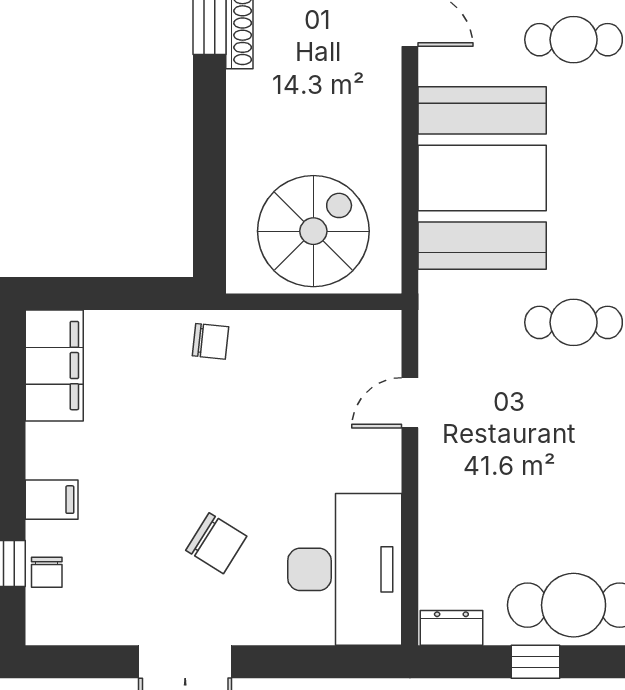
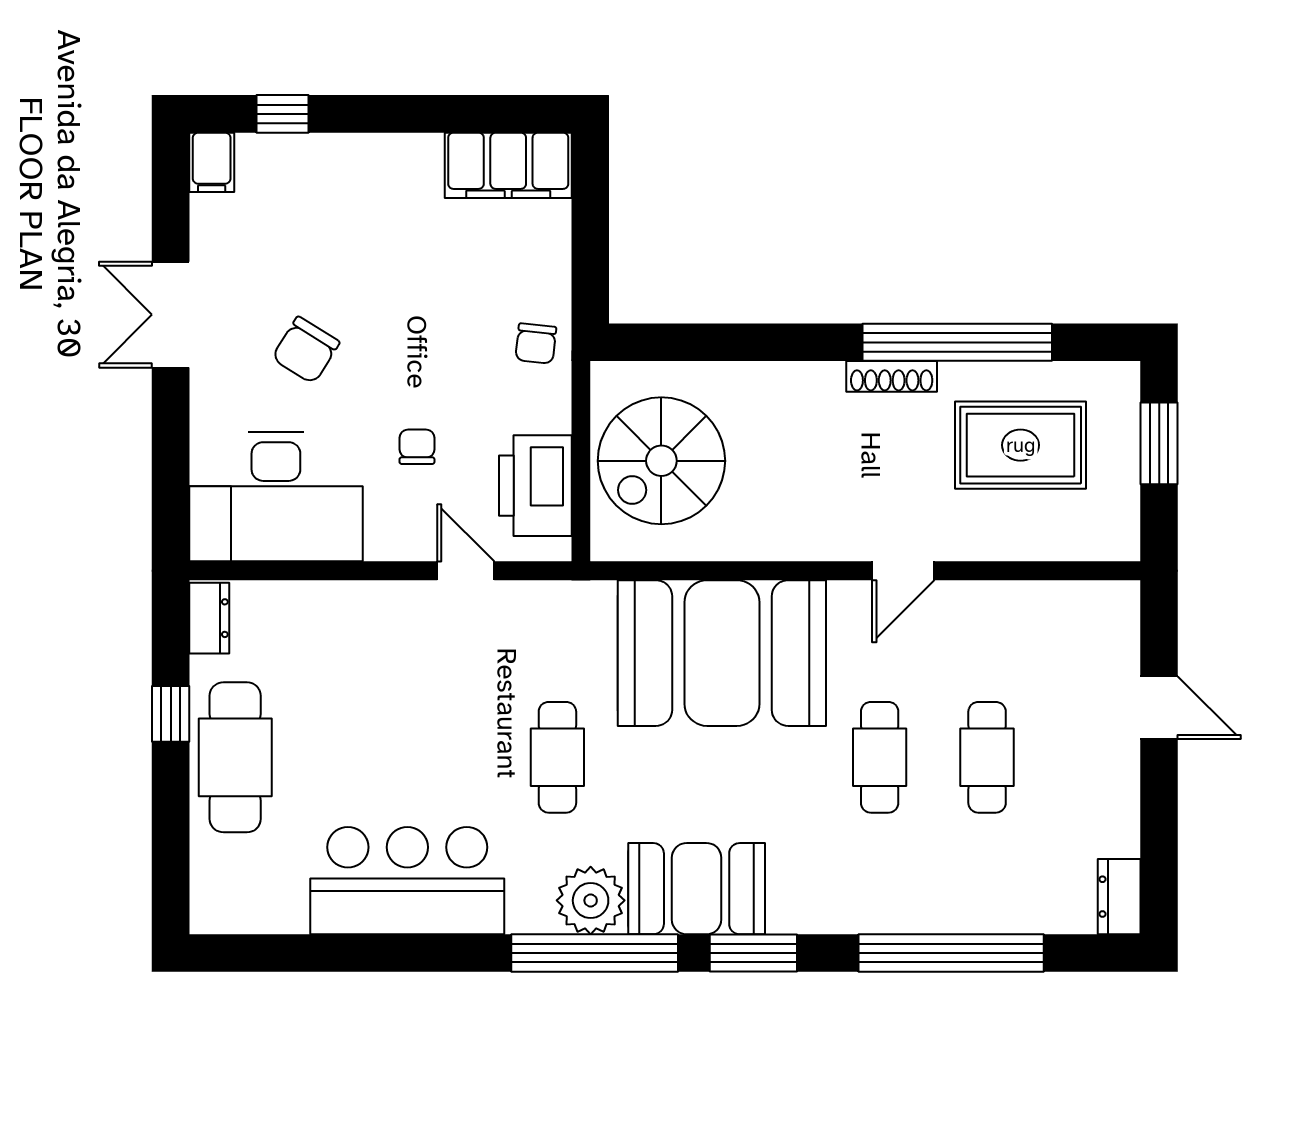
spiral stairs: (313, 231) -> (661, 461), turned 90
printer: (335, 342) -> (535, 486), added
filing cabinet: (52, 500) -> (212, 162), moved
chair: (47, 572) -> (417, 447), moved, turned 90

